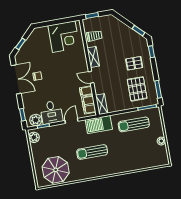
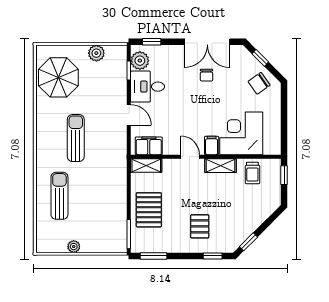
corner desk: (64, 37) -> (241, 133), moved, turned 90
chair: (37, 42) -> (259, 83), added
door: (91, 77) -> (190, 157), hinge flipped
pallet: (137, 89) -> (149, 210), moved, turned 90
filing cabinet: (86, 91) -> (212, 145), moved
sun lounger: (134, 124) -> (59, 196), moved
barbecue: (99, 125) -> (116, 156), removed
plant: (34, 137) -> (96, 53), moved

